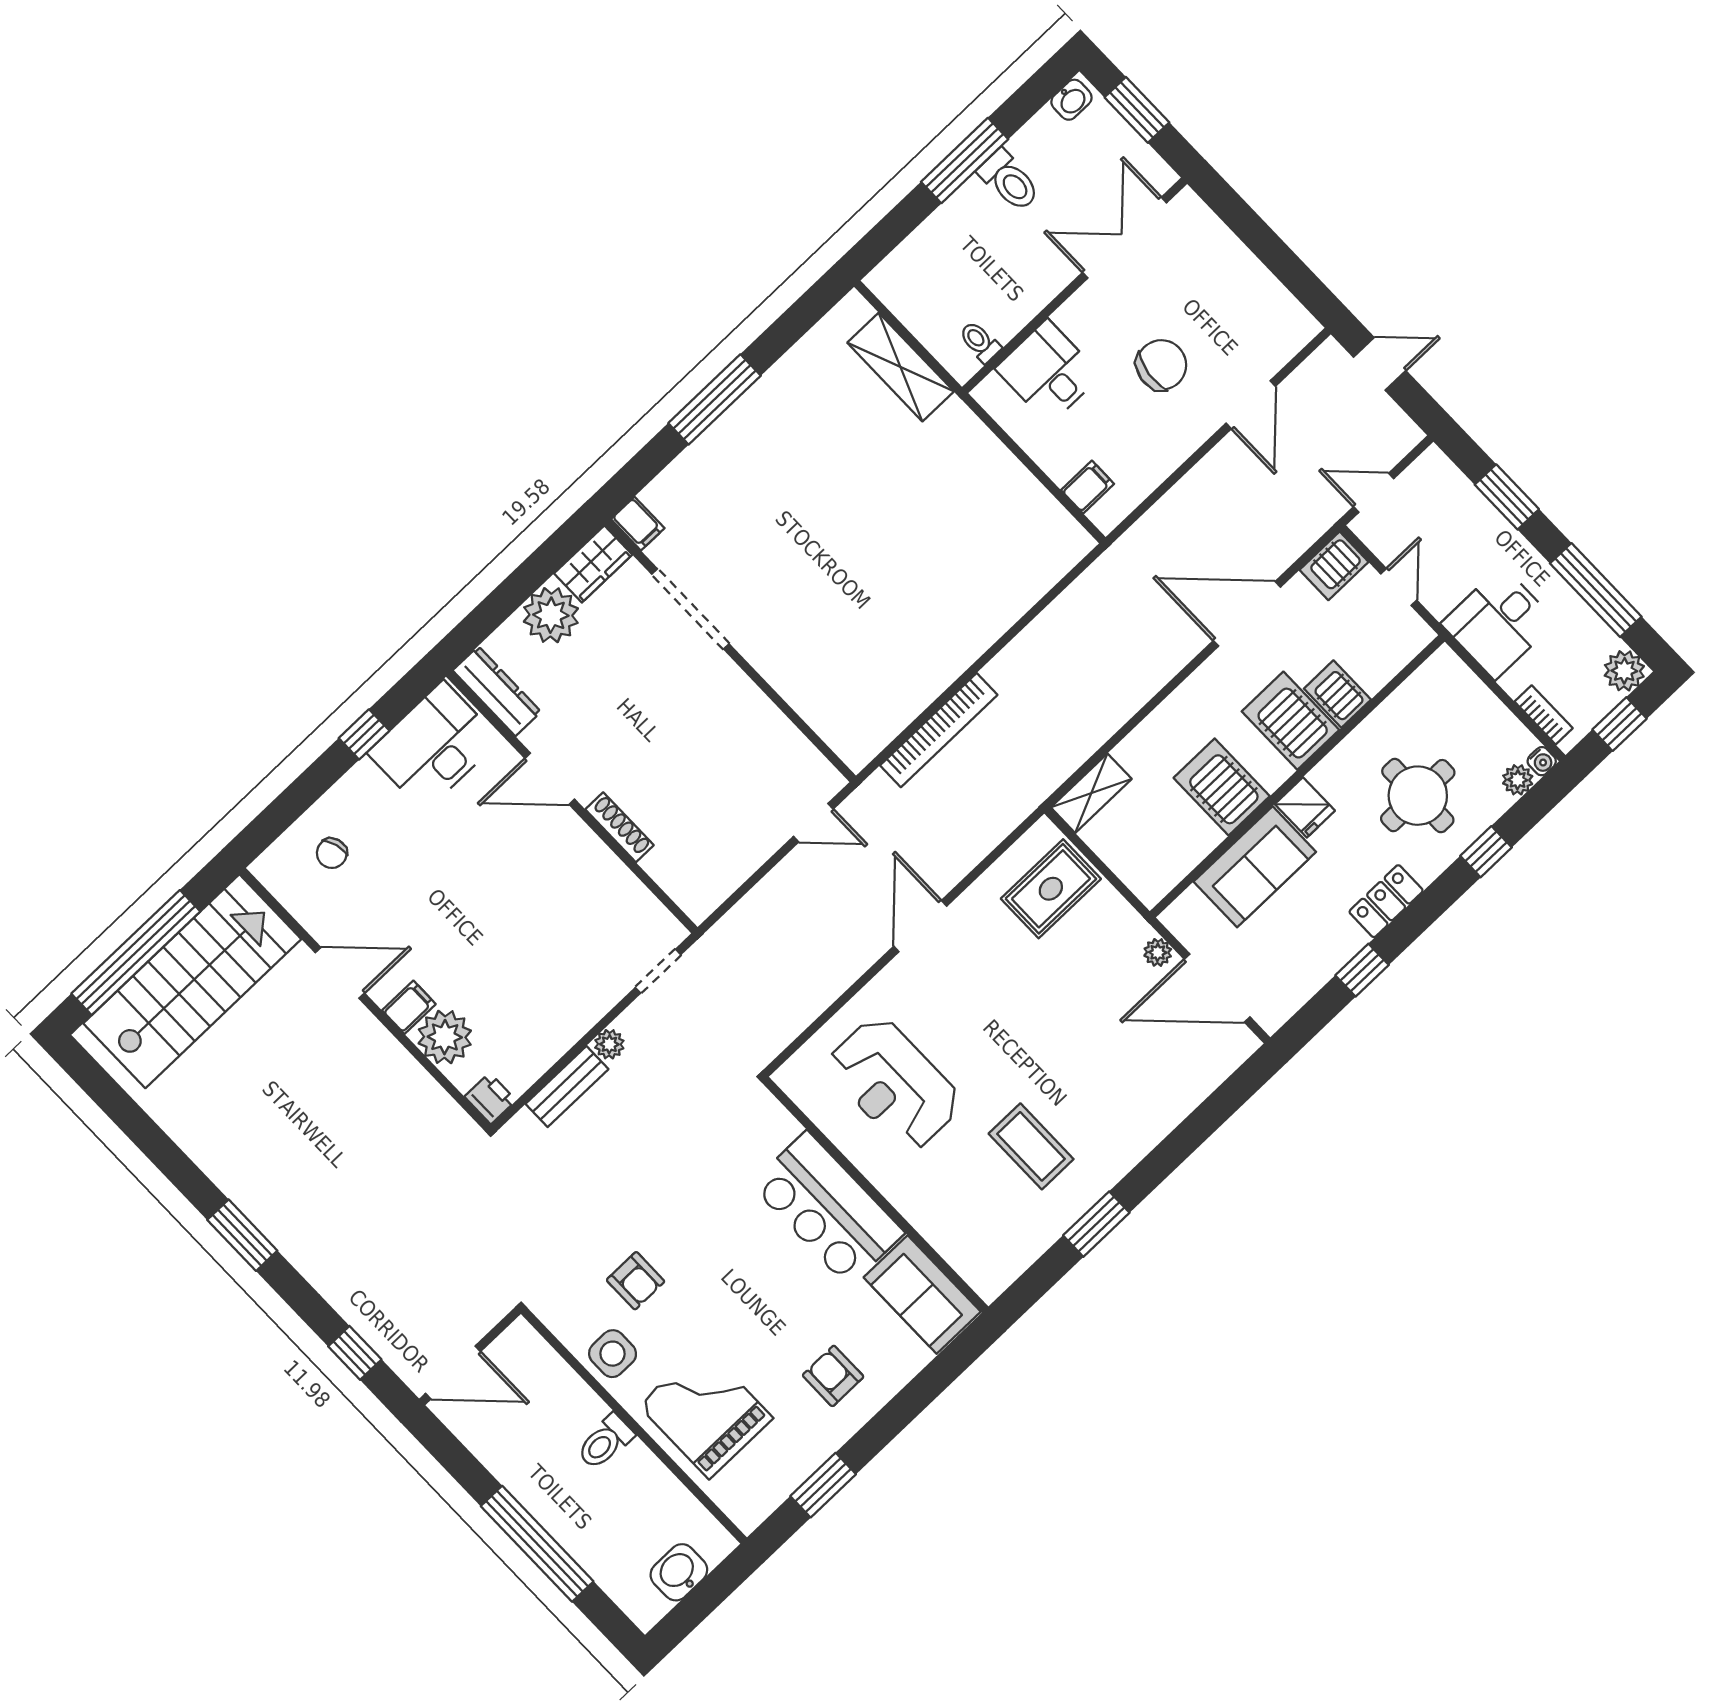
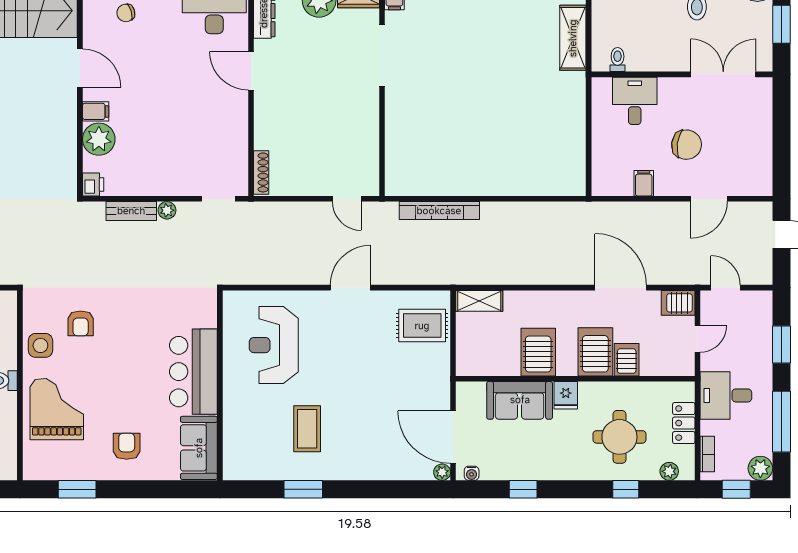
filing cabinet: (1087, 487) -> (644, 183), moved, turned -90
water cooler: (1542, 761) -> (472, 473), moved
shoe rack: (620, 827) -> (261, 172), moved
locker: (1386, 901) -> (684, 423), moved, turned -90
plant: (1158, 952) -> (442, 472), moved

